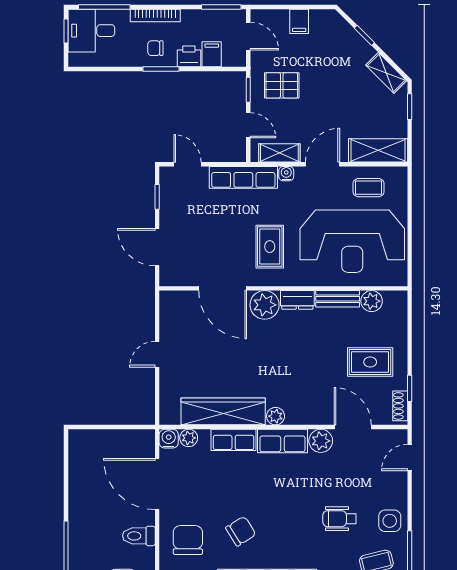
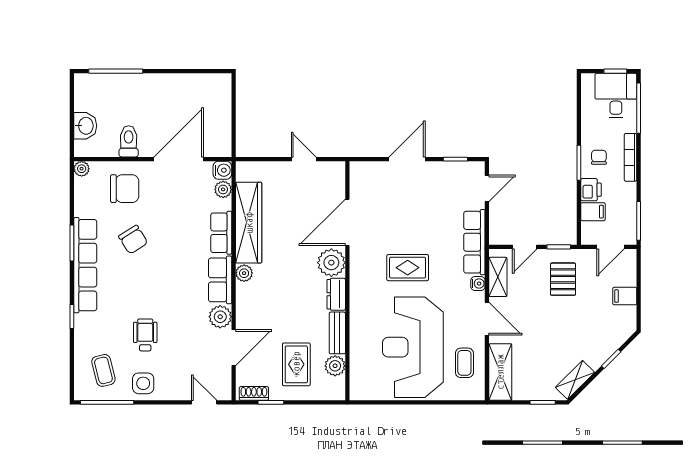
door: (223, 288) -> (347, 222), moved
wall: (283, 288) -> (347, 281), moved
bench: (338, 299) -> (337, 333), moved
dresser: (297, 300) -> (336, 294), moved
plant: (372, 301) -> (335, 366), moved
plant: (265, 305) -> (331, 263), moved

